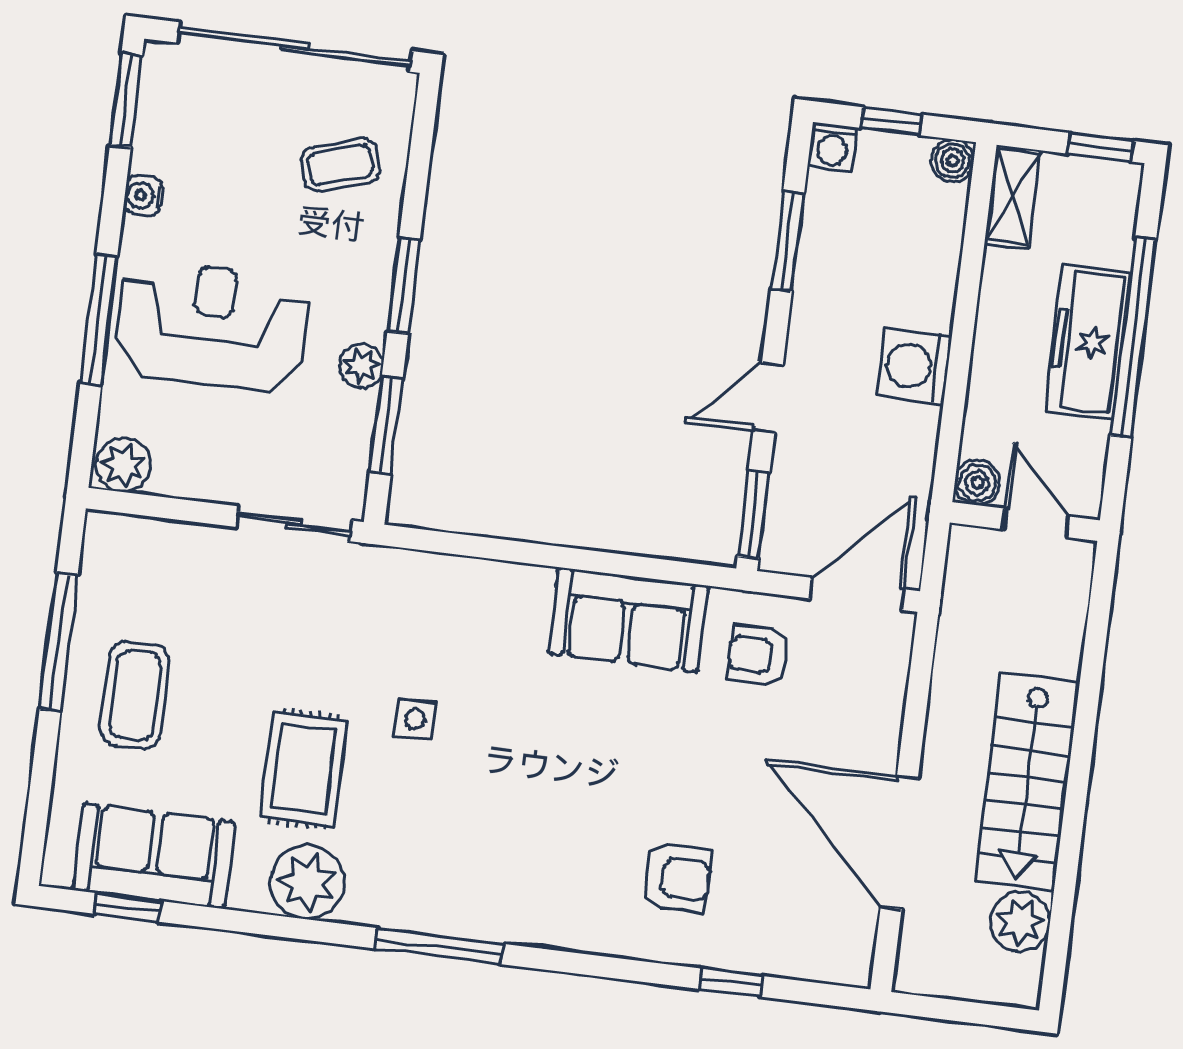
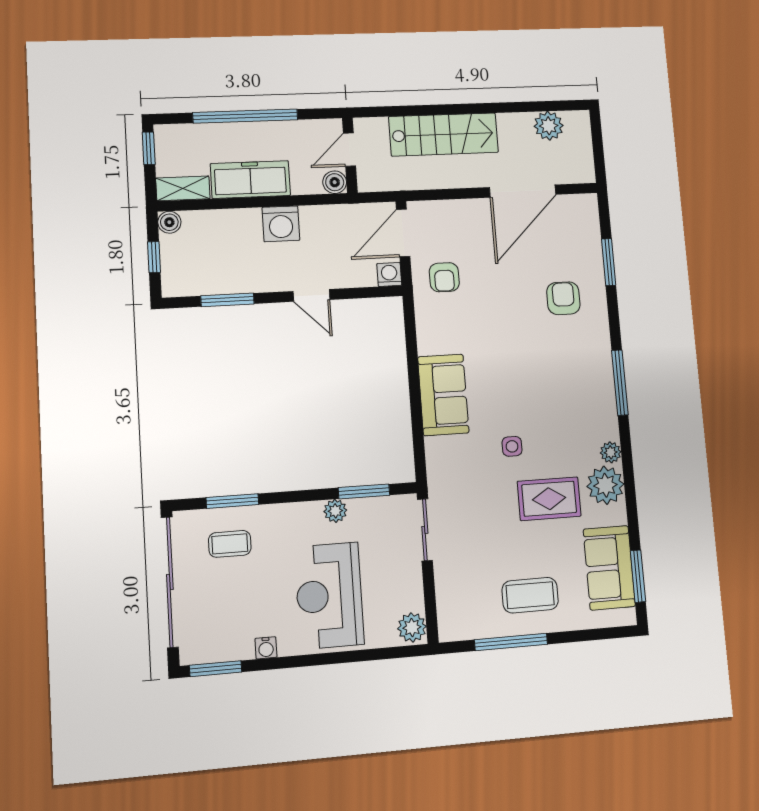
washing machine: (832, 147) -> (389, 274), moved, turned -90
coffee table: (341, 165) -> (230, 544), turned -73
window: (404, 286) -> (232, 501), moved
window: (99, 320) -> (337, 658), removed
freezer: (1088, 342) -> (250, 180), moved, turned 180
window: (754, 515) -> (373, 292), removed
door: (857, 594) -> (403, 233), hinge flipped
sofa: (628, 620) -> (443, 395), moved
stairs: (1027, 782) -> (444, 134), moved
plant: (367, 906) -> (611, 452), added
window: (127, 907) -> (638, 576), width x1.50
window: (439, 946) -> (620, 383), moved
window: (731, 983) -> (609, 262), width x1.50

